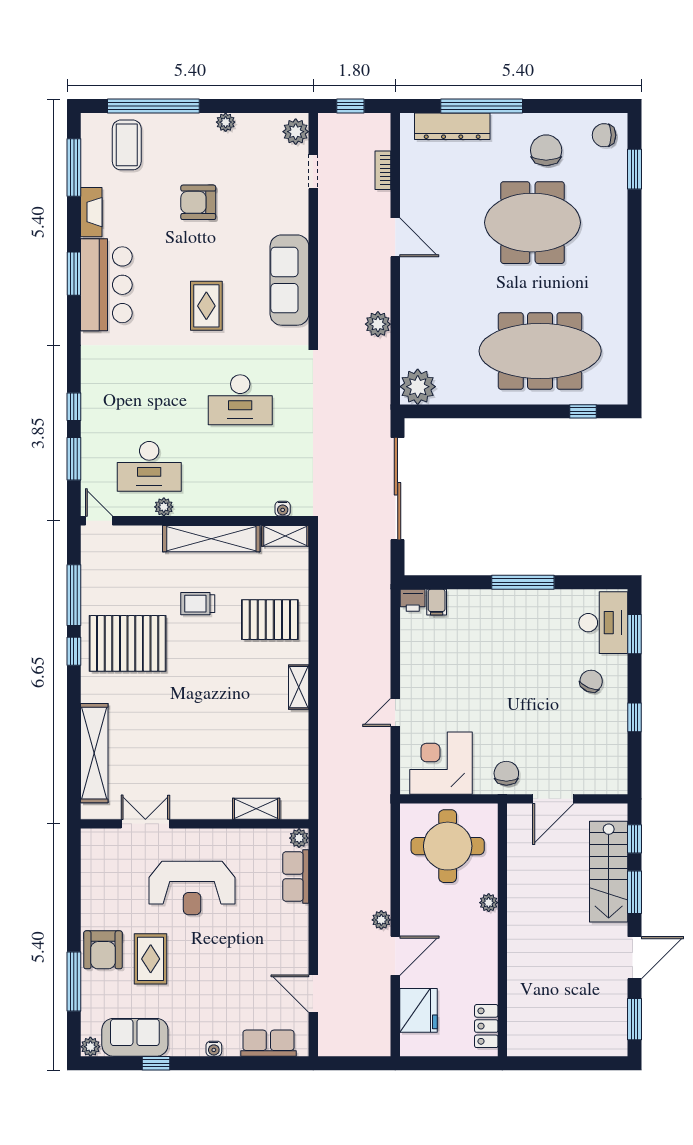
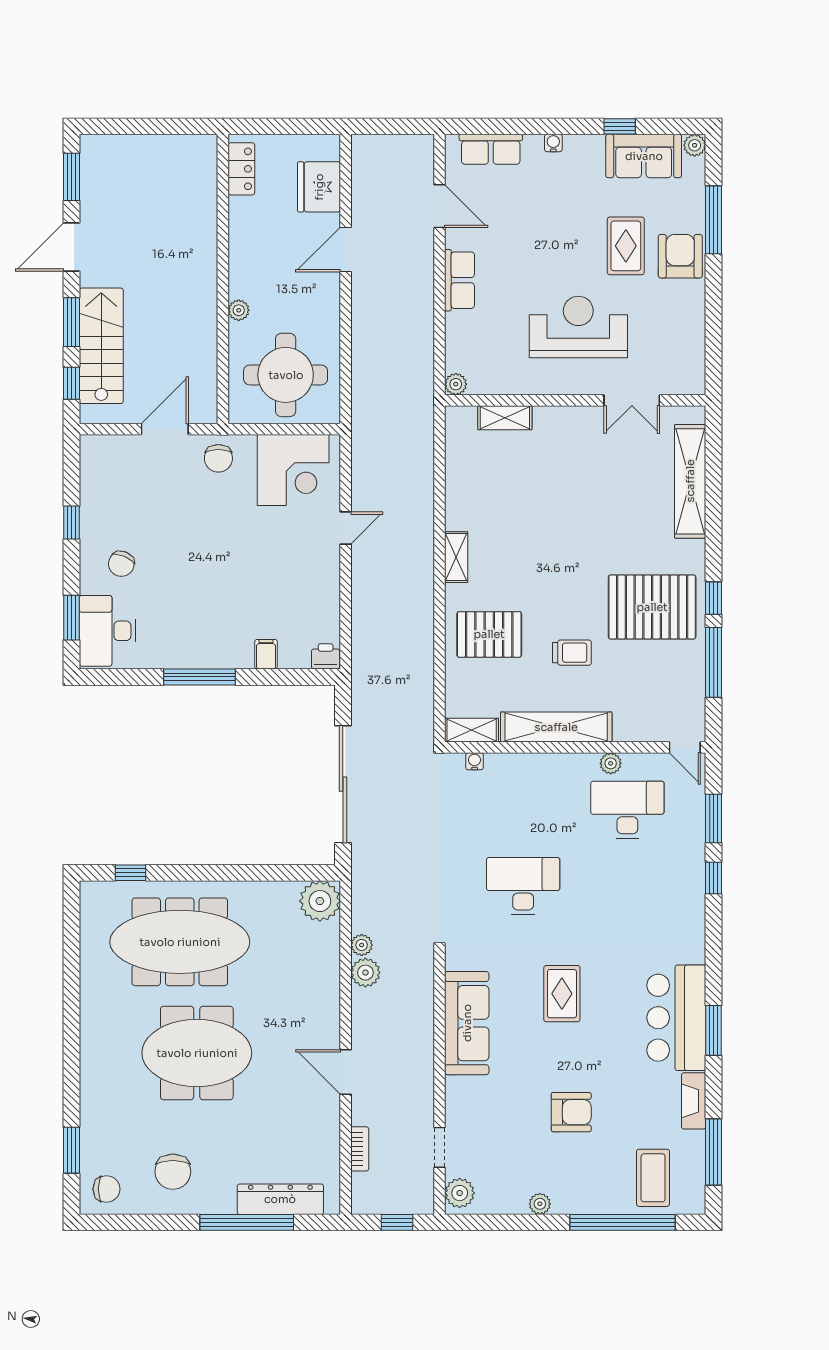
meeting table: (532, 223) -> (197, 1053), moved
filing cabinet: (437, 602) -> (266, 654), moved
row of seats: (296, 876) -> (460, 280), moved
plant: (381, 920) -> (362, 945), moved

